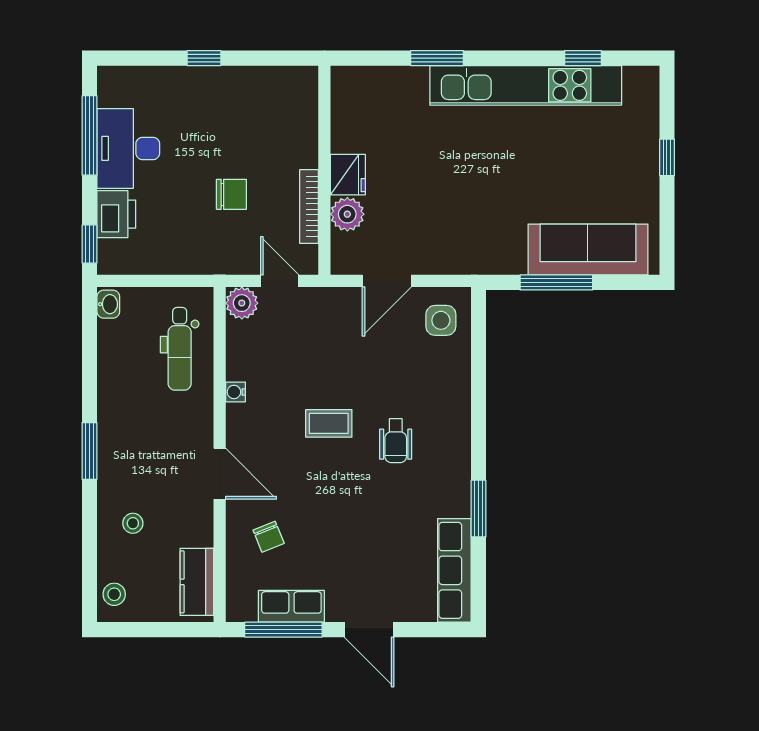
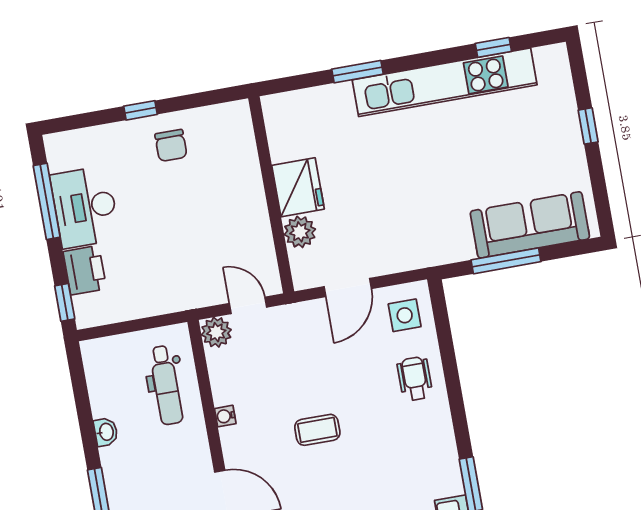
fridge: (348, 175) -> (298, 187), width x1.36, depth x1.34
chair: (231, 194) -> (171, 145), moved, turned 90
bookcase: (309, 206) -> (263, 231), removed
washbasin: (108, 304) -> (106, 432), moved
wheelchair: (396, 441) -> (415, 379), moved, turned 180

